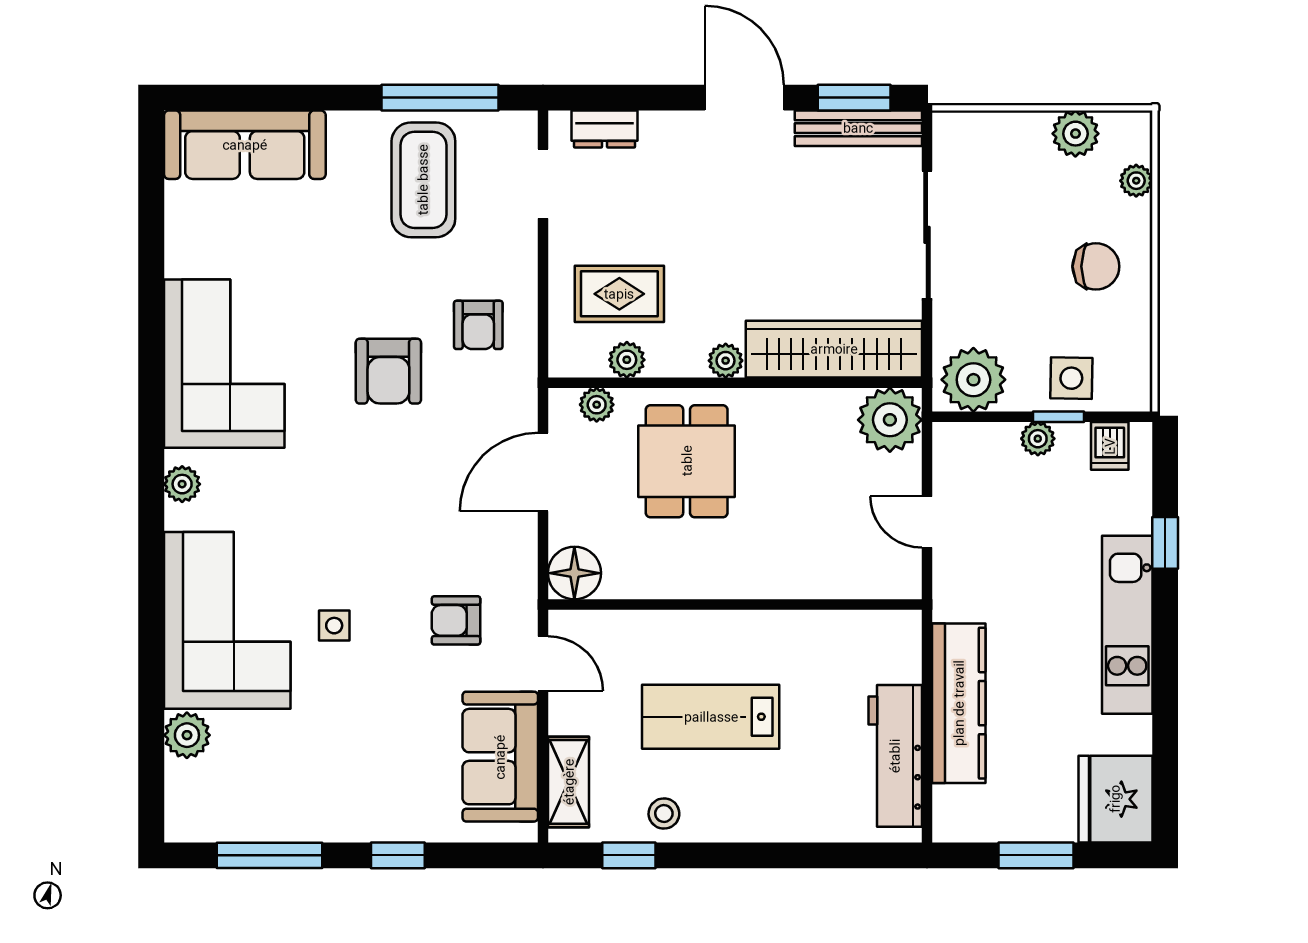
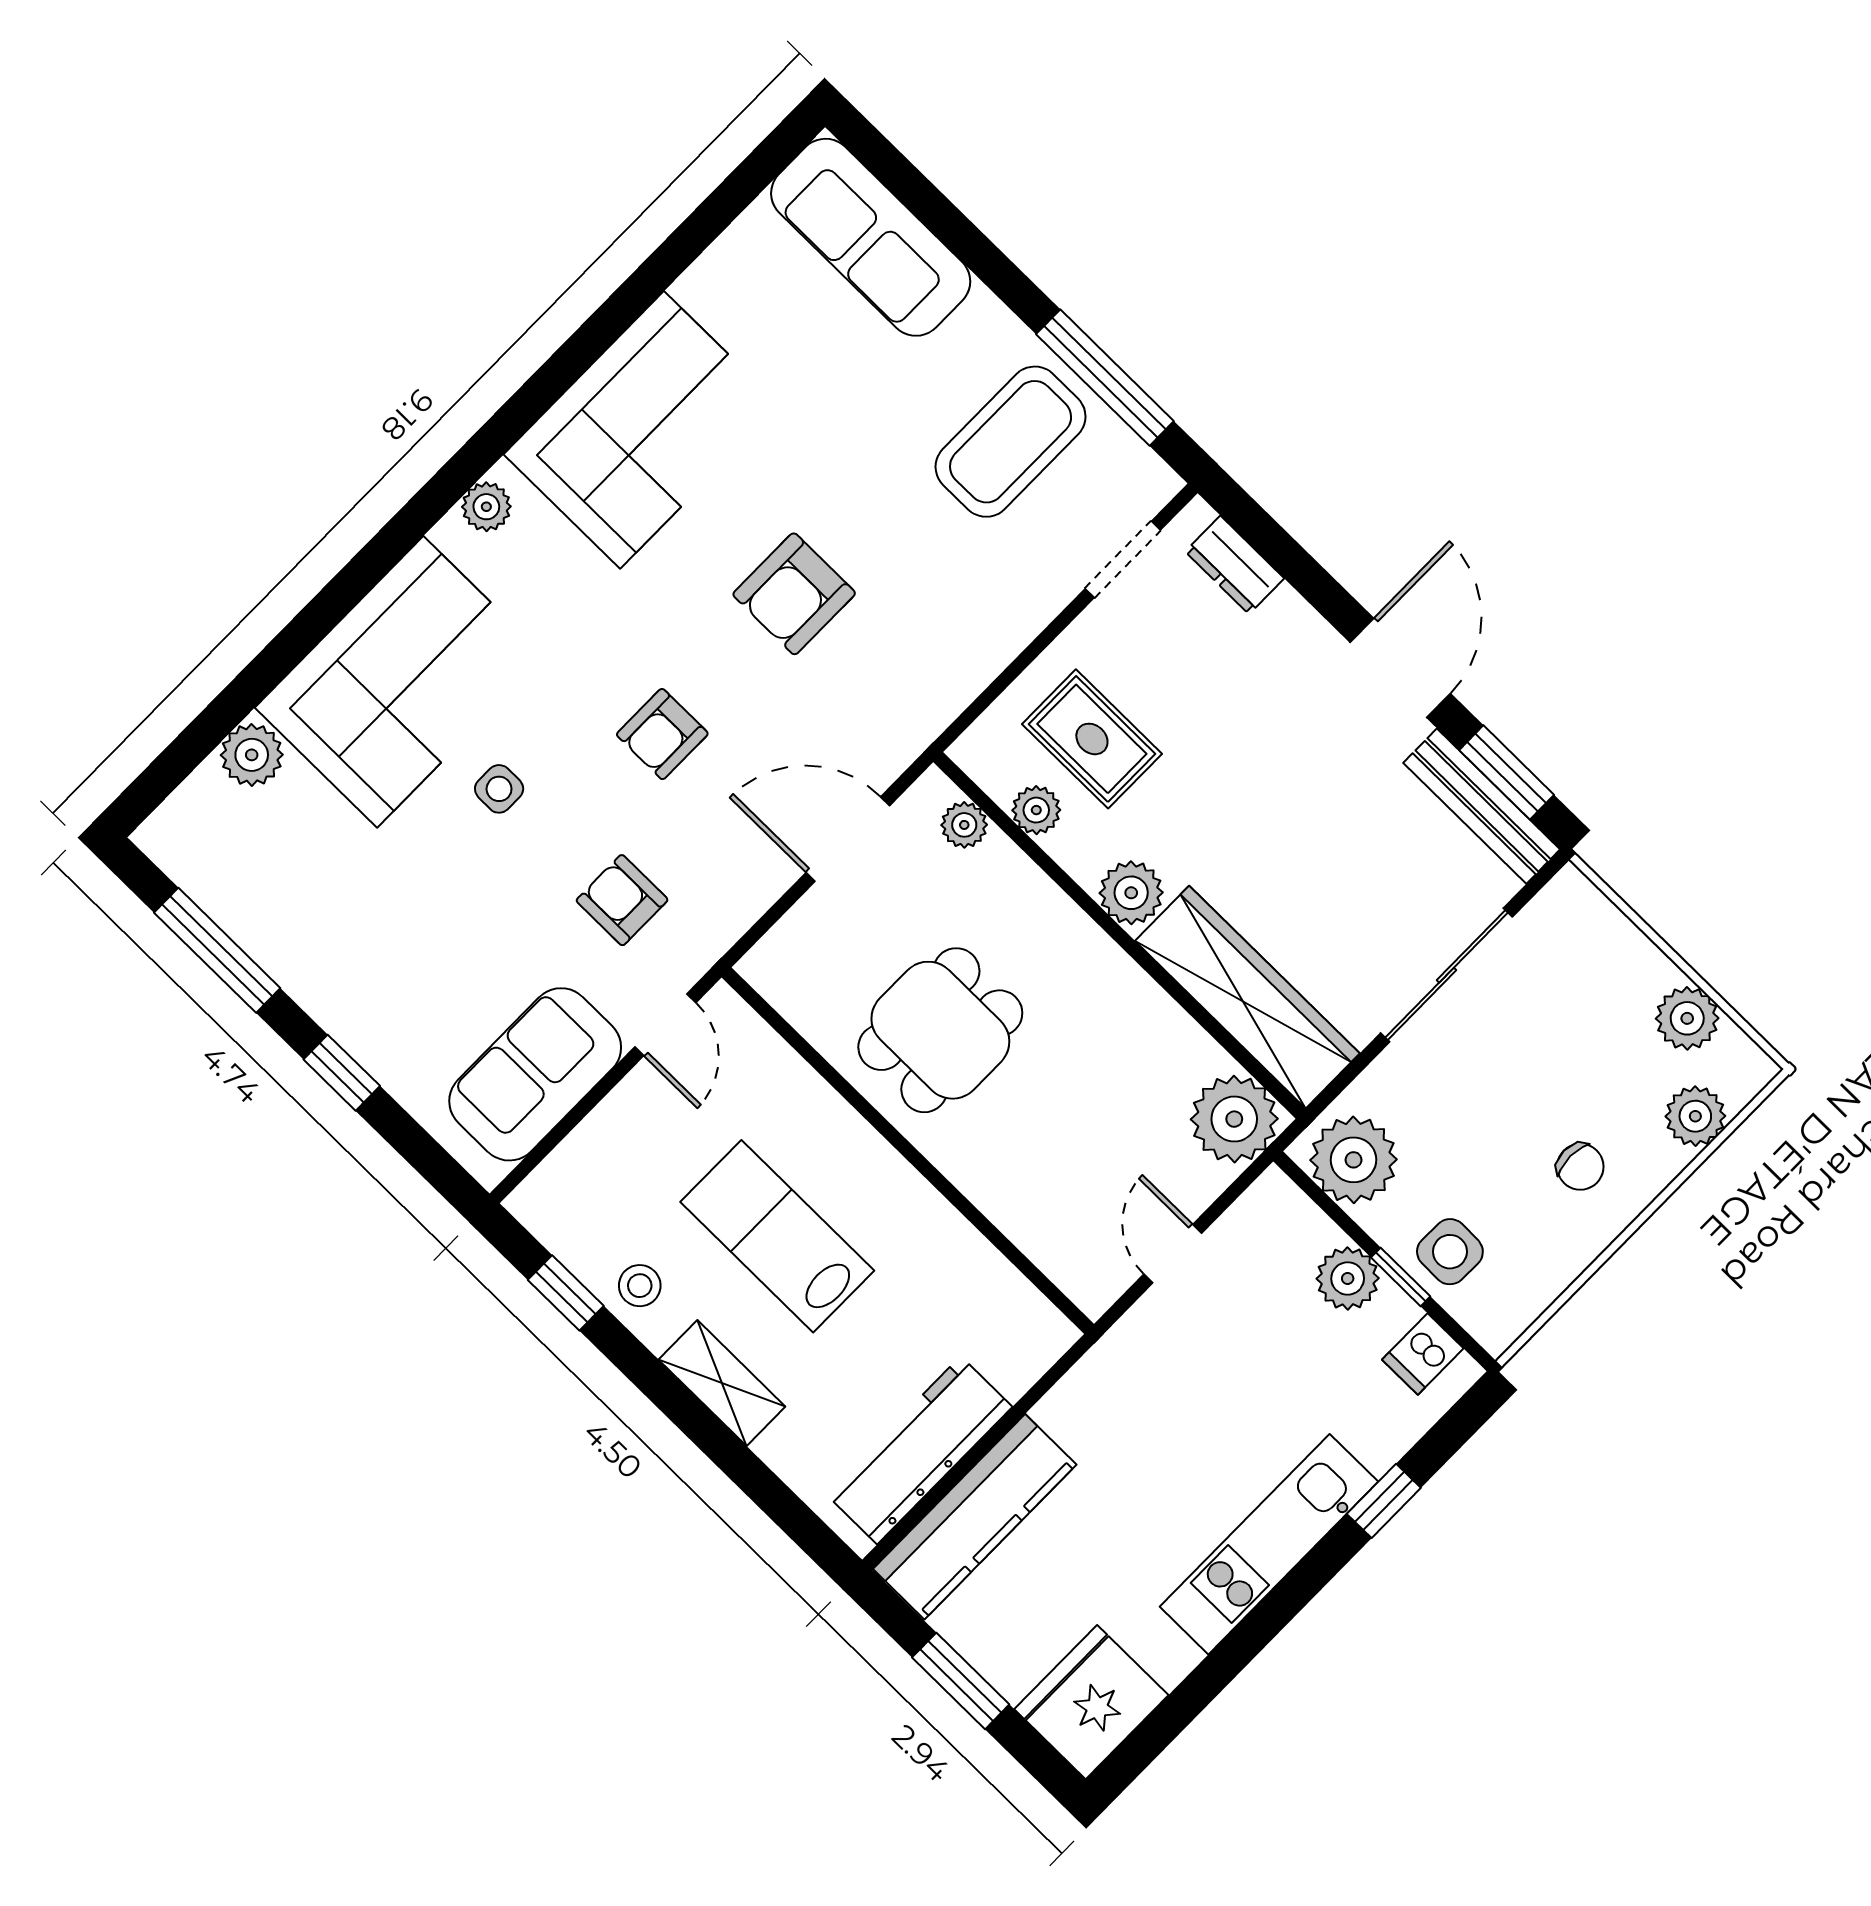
plant: (1136, 181) -> (1695, 1116), width x1.38, depth x1.38
chair: (1096, 266) -> (1580, 1167), width x0.73, depth x0.73
armchair: (478, 325) -> (662, 734), moved
plant: (726, 361) -> (1131, 893), width x1.38, depth x1.38
plant: (1038, 439) -> (1348, 1278), width x1.38, depth x1.38
dining table: (687, 461) -> (940, 1030), moved
floor lamp: (574, 573) -> (782, 967), removed
kitchen counter: (959, 703) -> (975, 1517), moved
shelving: (569, 782) -> (722, 1383), moved, turned 90

